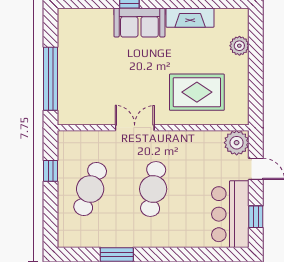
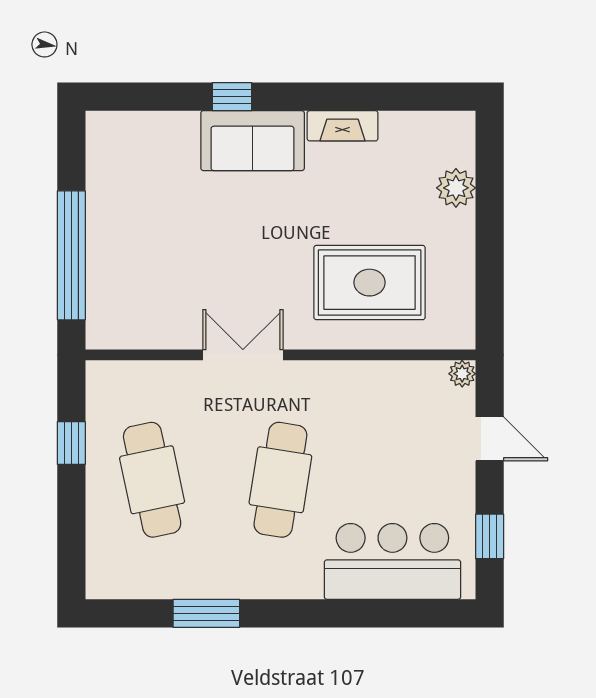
fireplace: (190, 18) -> (343, 126), width x0.73, depth x0.76
plant: (237, 143) -> (462, 374), width x0.53, depth x0.53
cafe table: (90, 189) -> (152, 480), turned -33
bar counter: (230, 214) -> (392, 561), moved, turned 90

